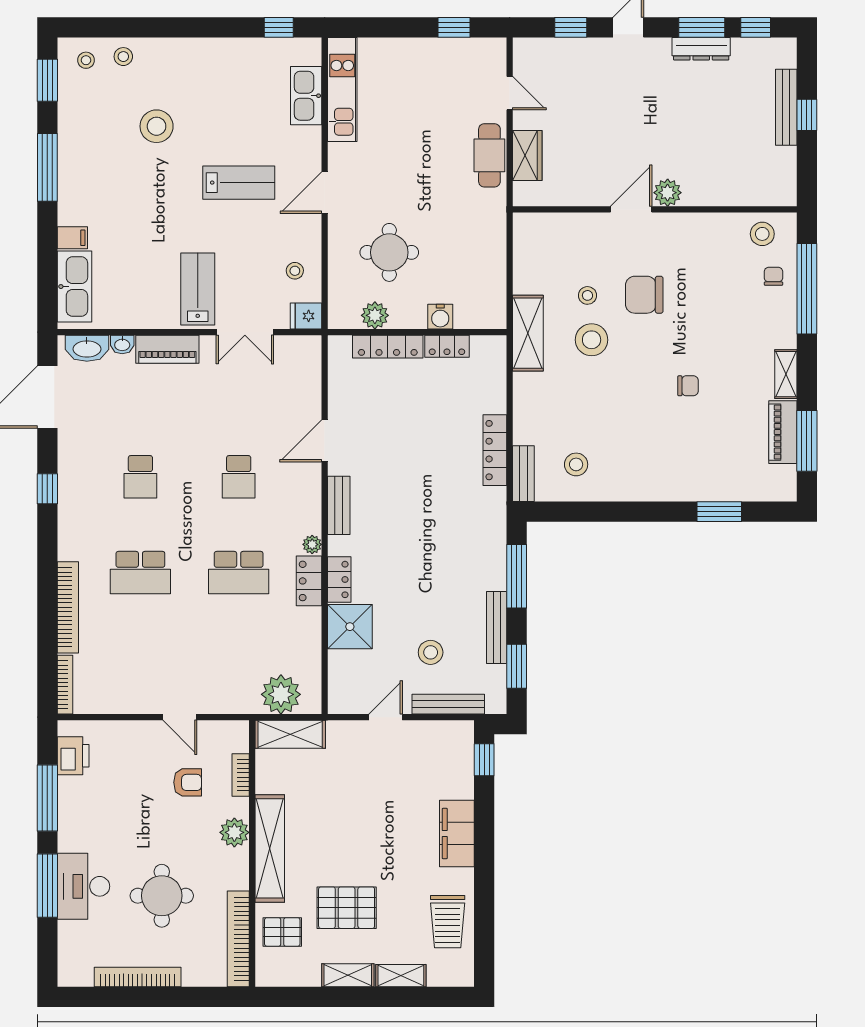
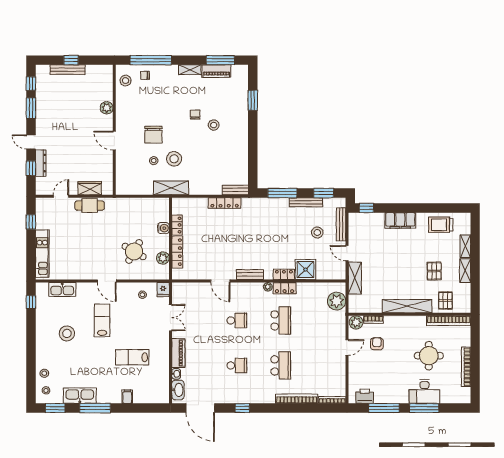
dresser: (701, 49) -> (41, 163), moved
kitchen unit: (342, 89) -> (42, 254), moved, turned 90
stool: (157, 126) -> (67, 333), moved
plant: (668, 193) -> (107, 108), moved
round table: (389, 252) -> (134, 251), turned 30
kitchen sink: (75, 287) -> (80, 396), moved
lab bench: (198, 289) -> (132, 357), moved
stool: (576, 464) -> (214, 125), moved
shelving: (290, 734) -> (355, 278), moved
plant: (234, 832) -> (356, 322), moved
pallet: (347, 908) -> (434, 271), width x0.67, depth x0.71
trolley: (448, 922) -> (441, 225), turned 180

